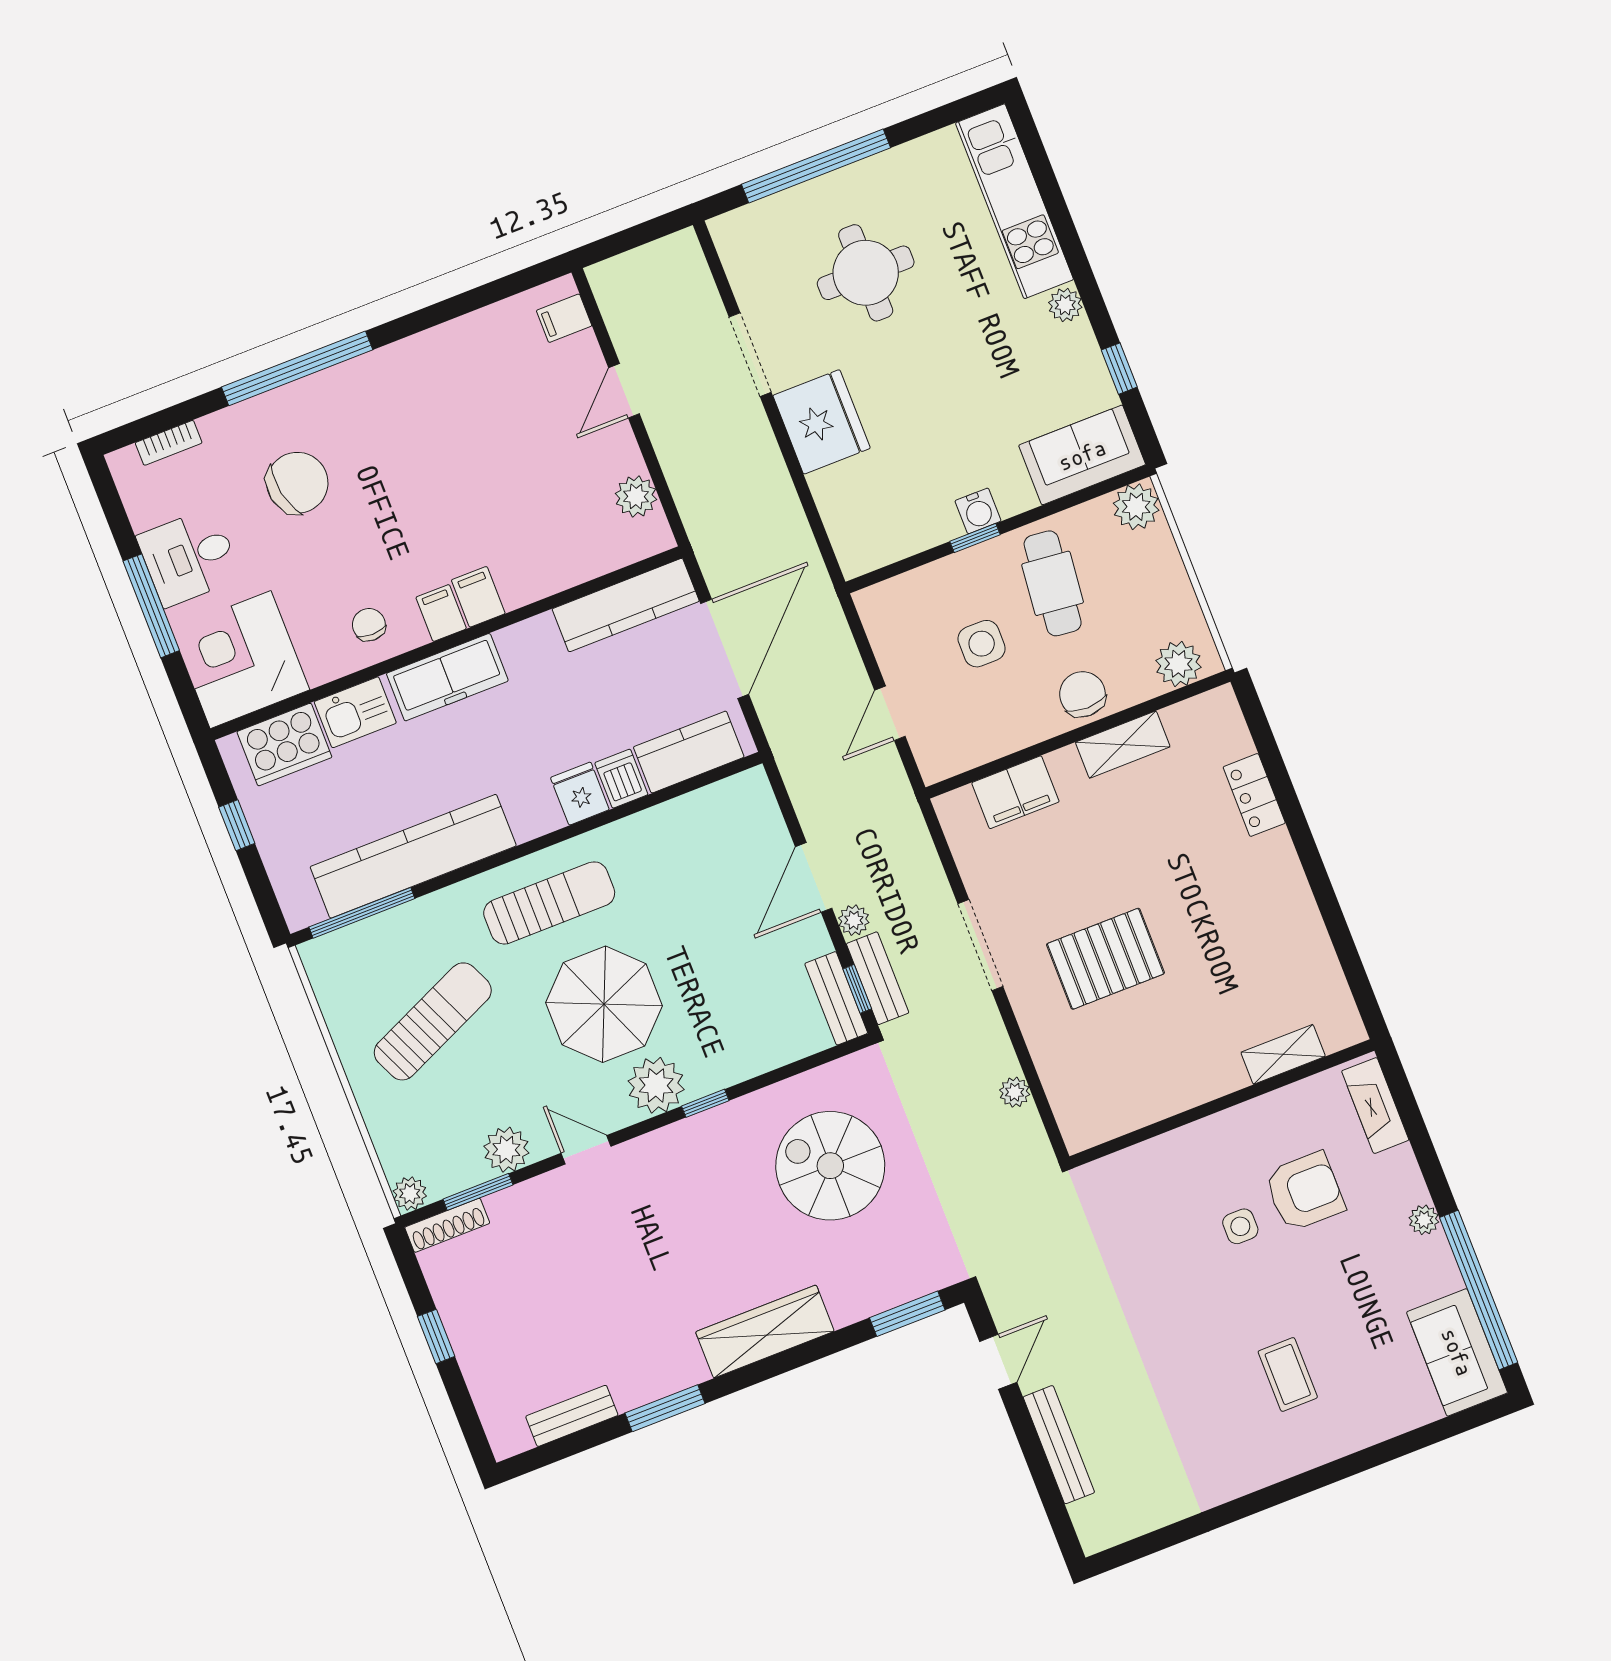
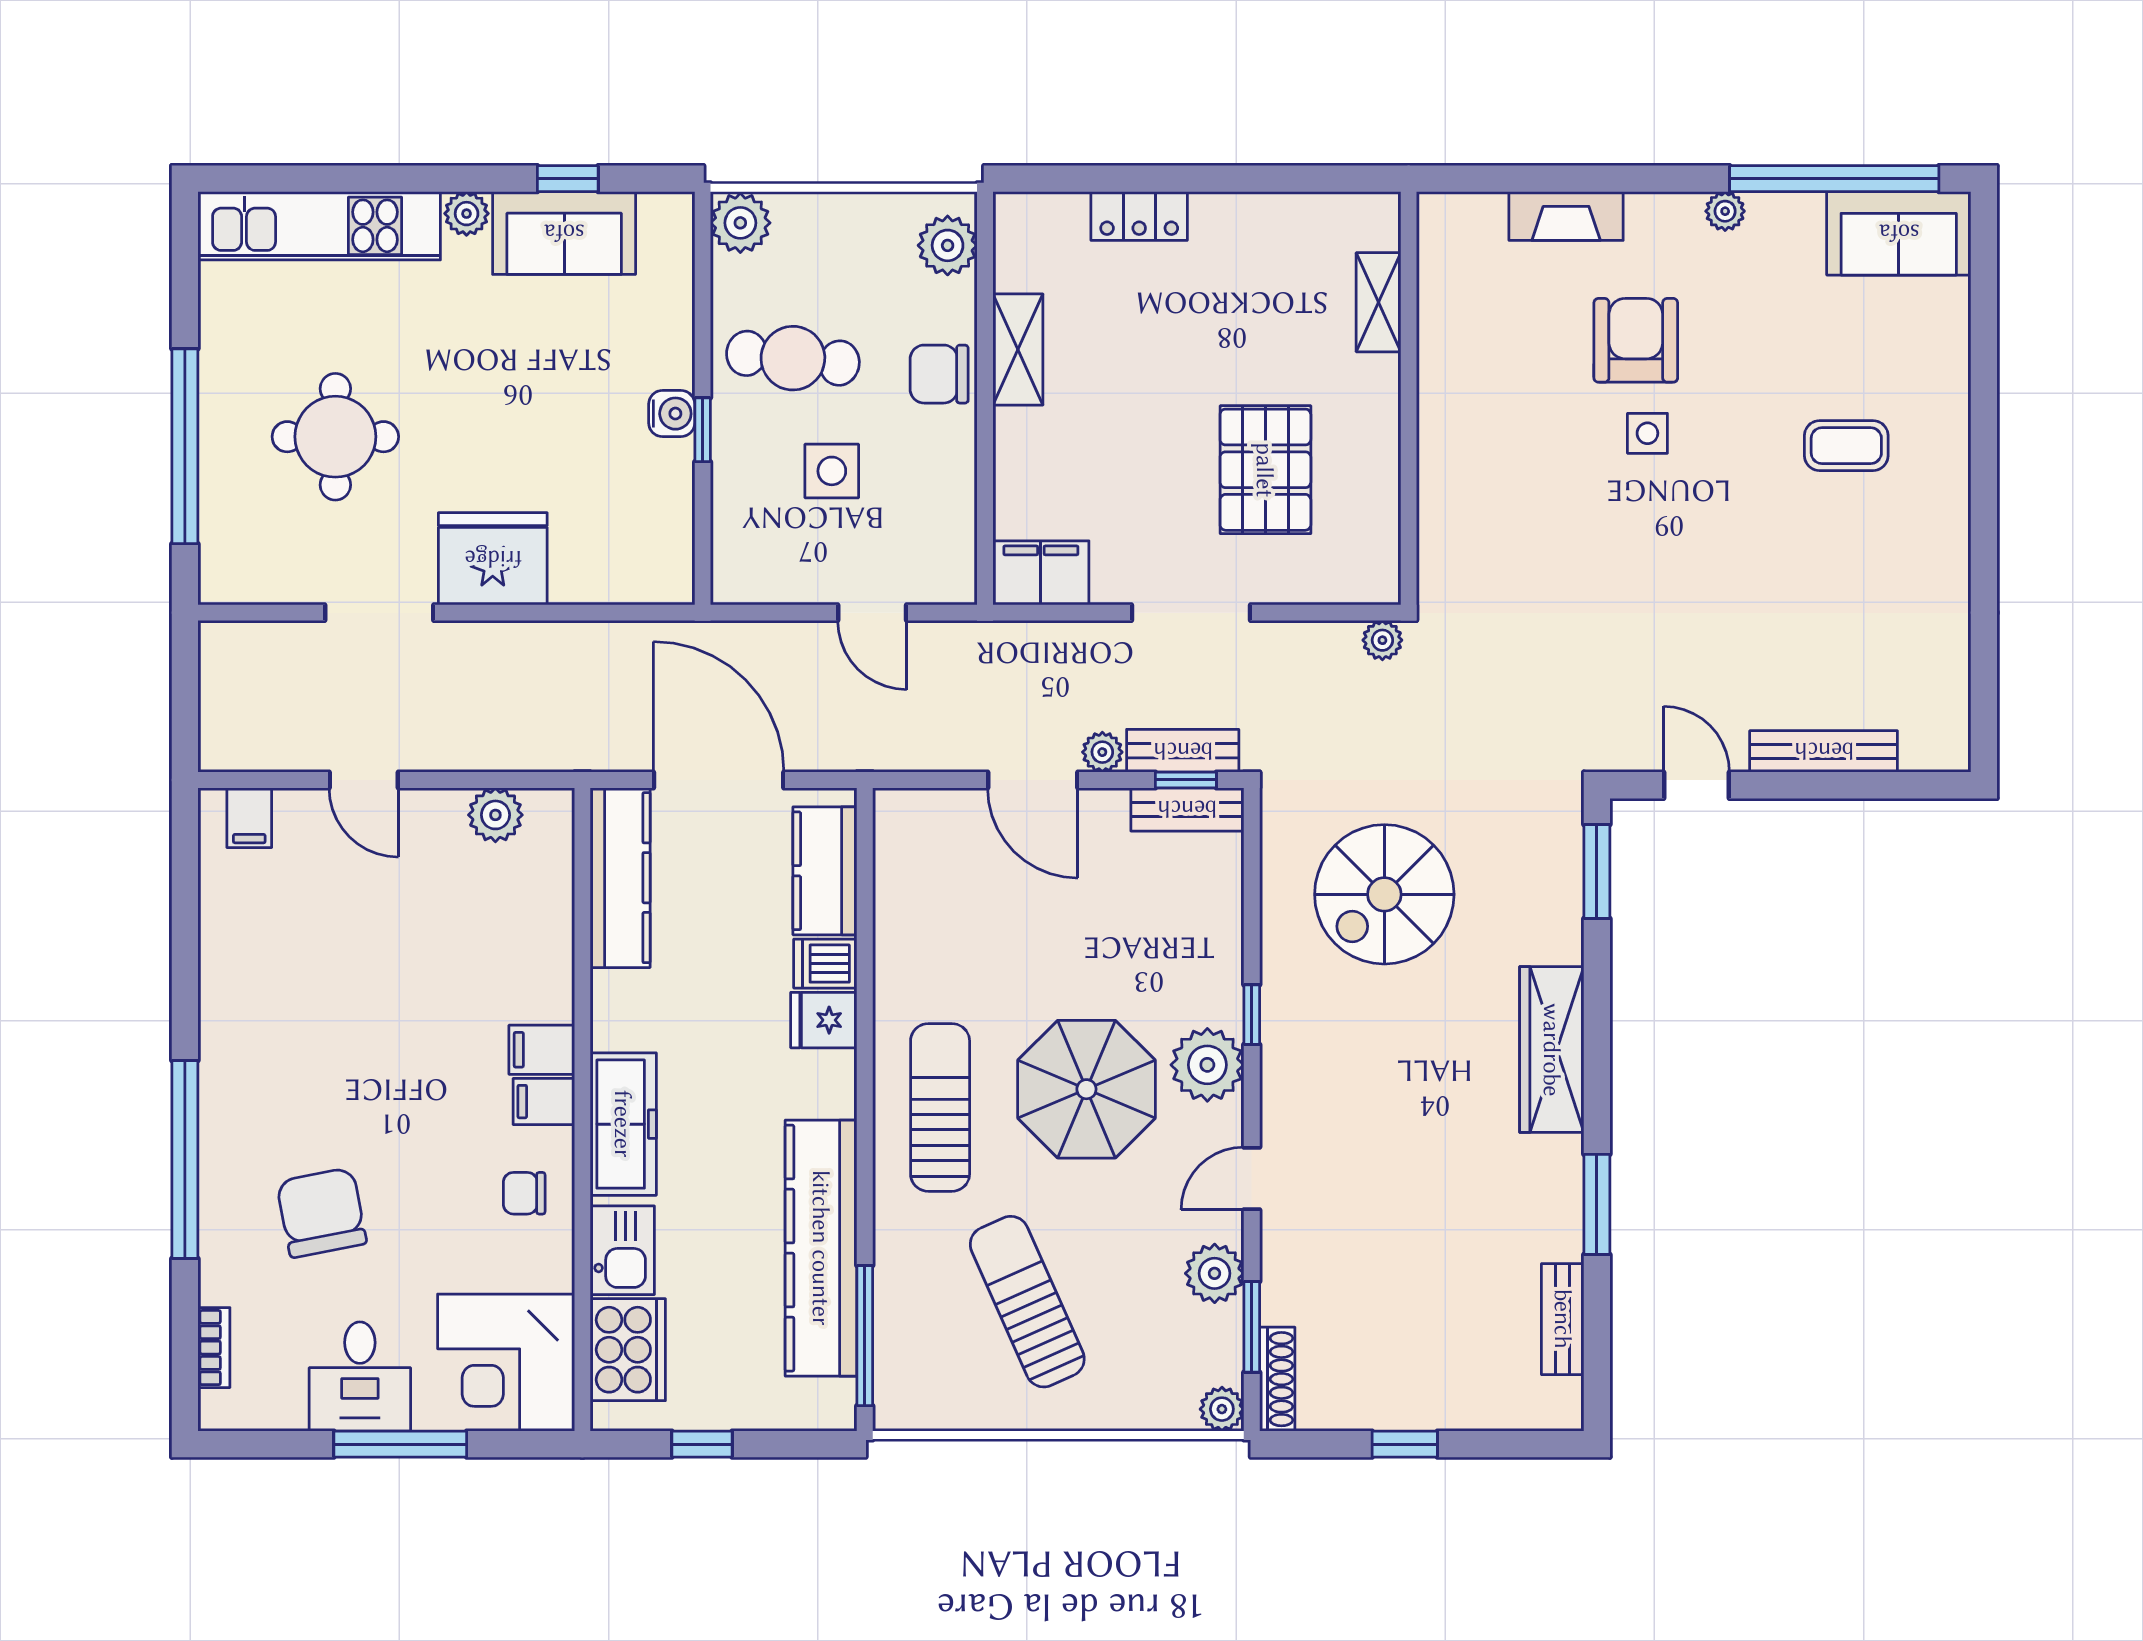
sofa: (1082, 455) -> (564, 233), moved, turned -90
filing cabinet: (1015, 792) -> (1041, 573), moved, turned -90
shelving: (1283, 1054) -> (1378, 302), moved
wall: (1222, 1104) -> (1409, 398), moved

